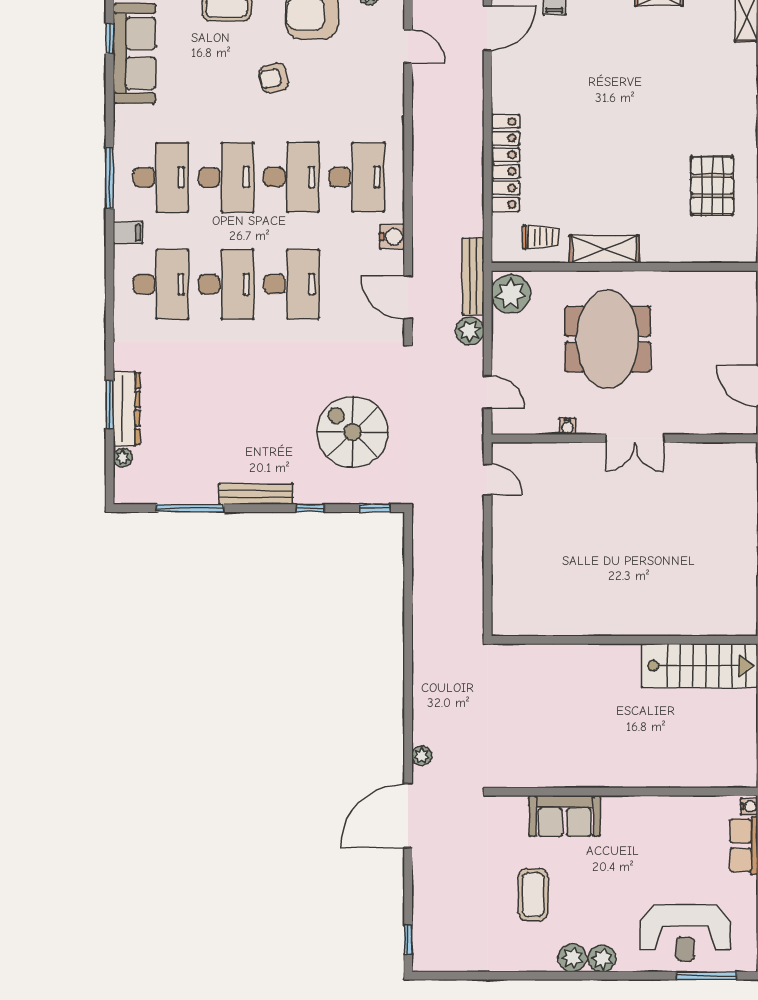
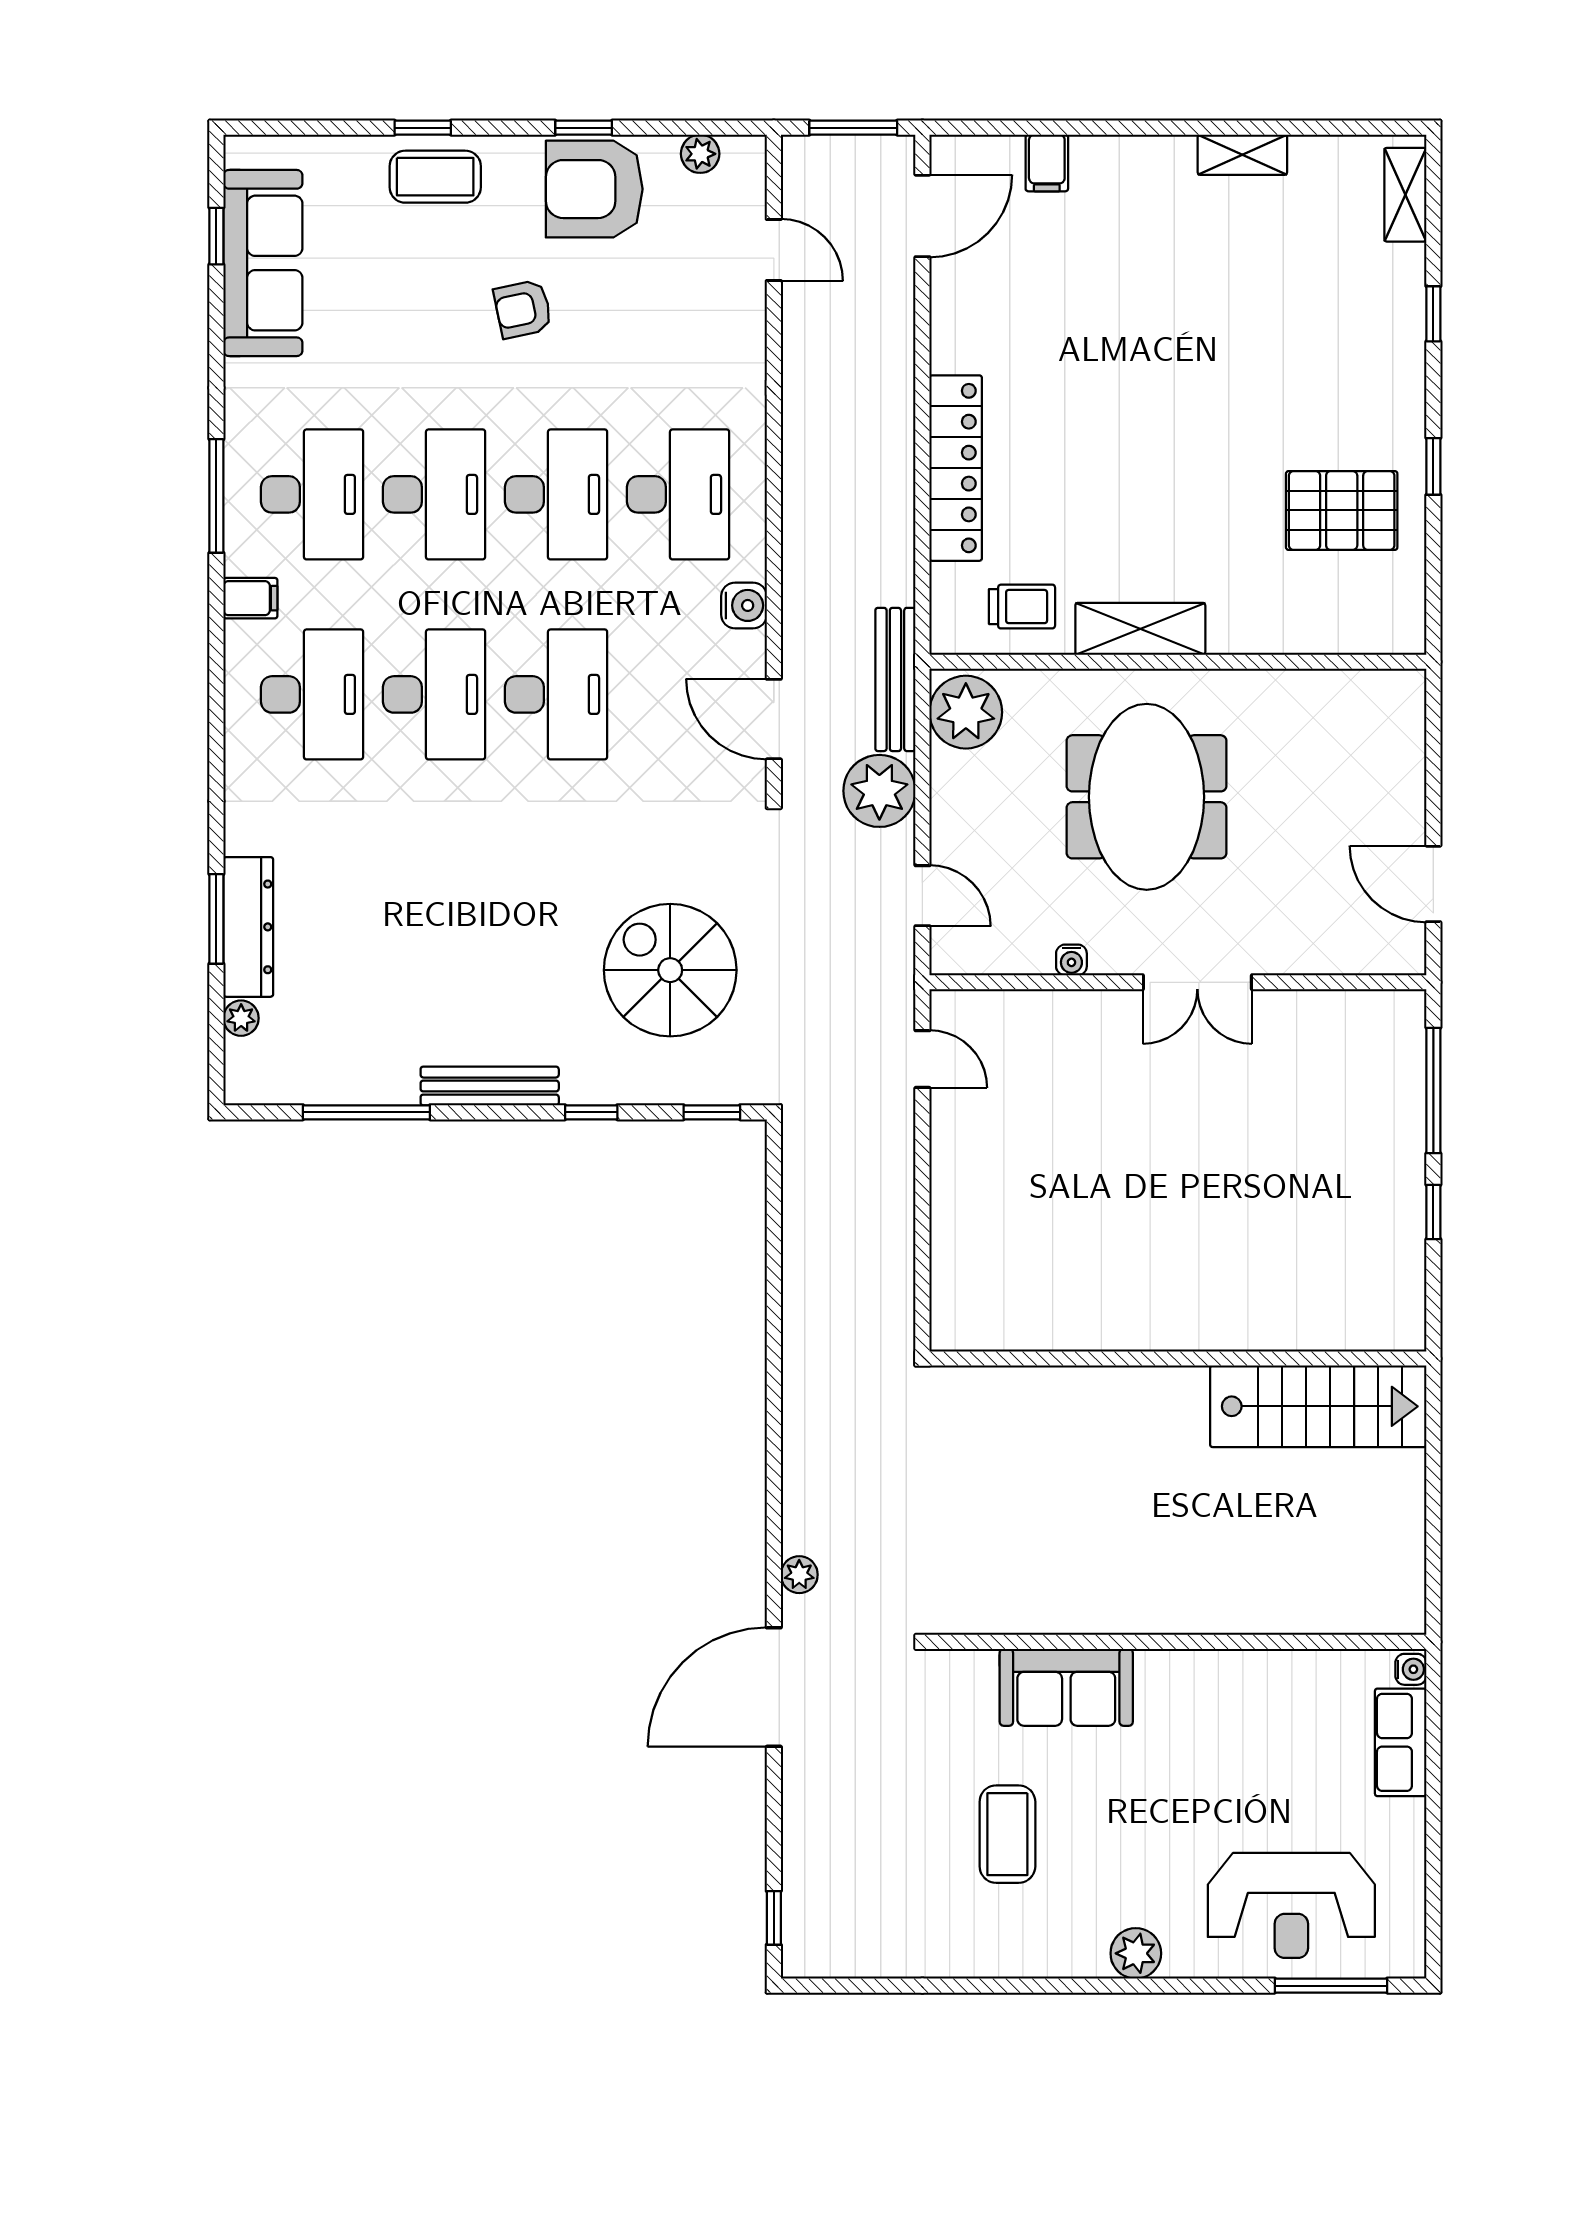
pallet: (712, 186) -> (1342, 510), turned 90
plant: (470, 331) -> (879, 791), width x1.36, depth x1.36
plant: (572, 958) -> (1080, 1952), removed

